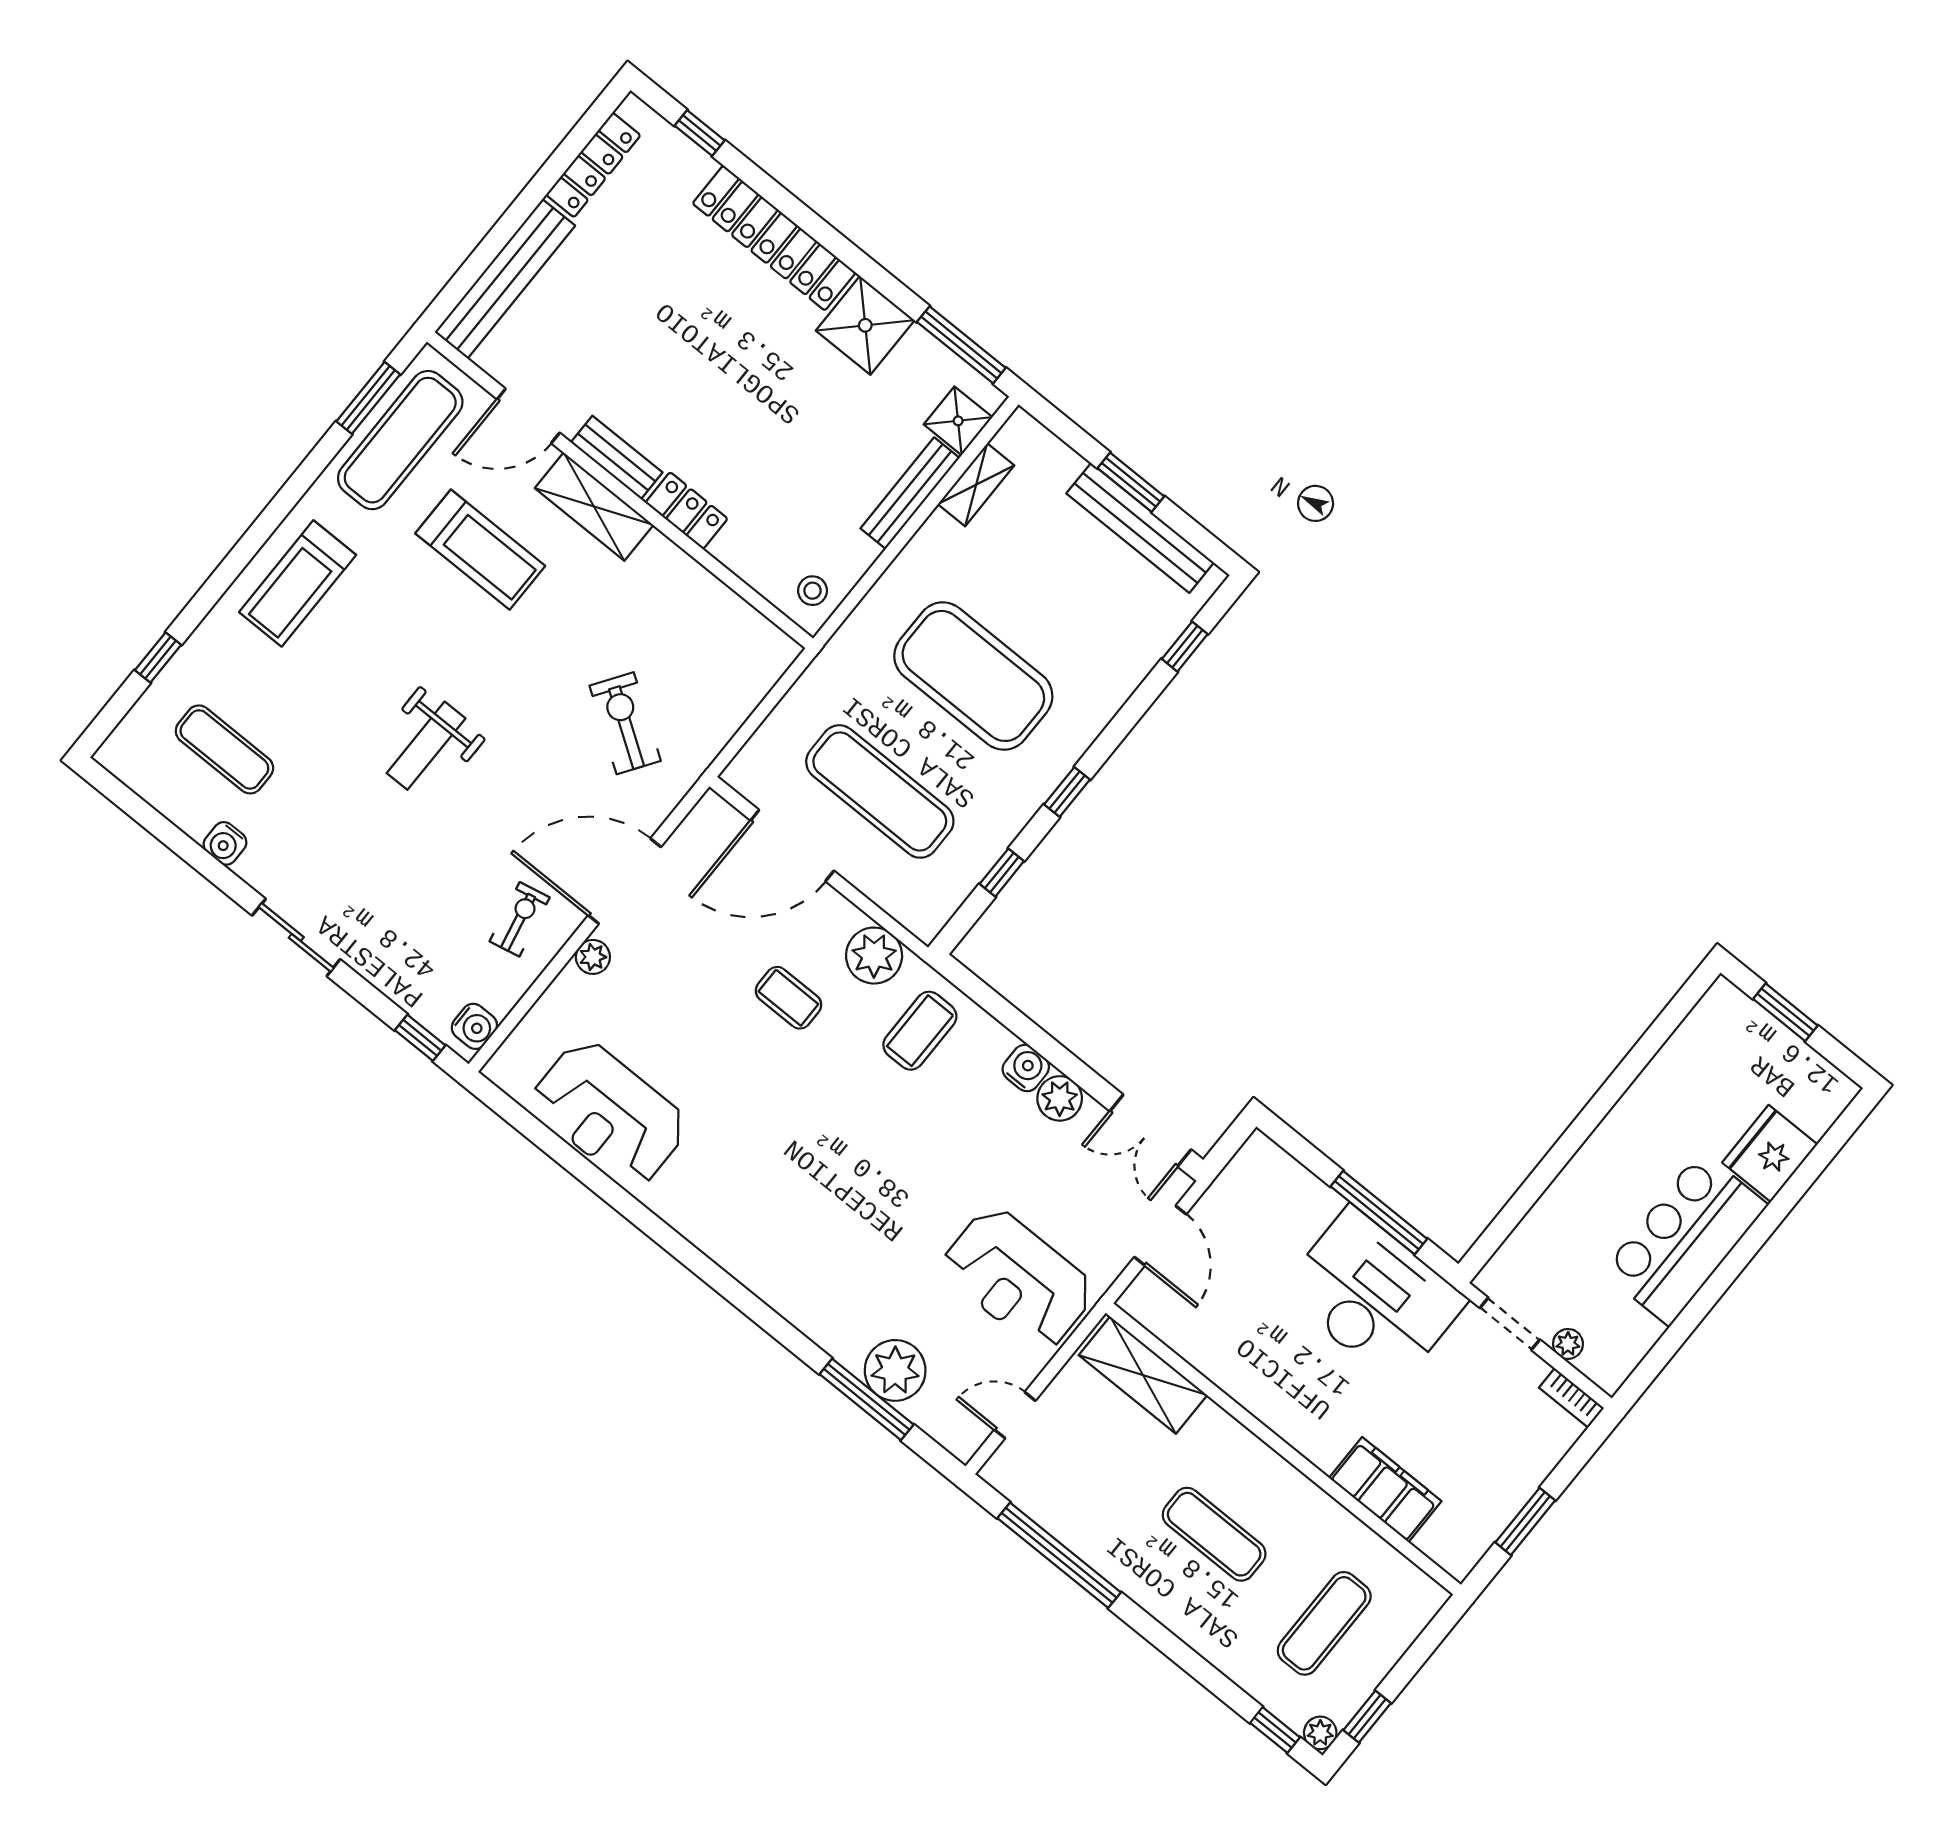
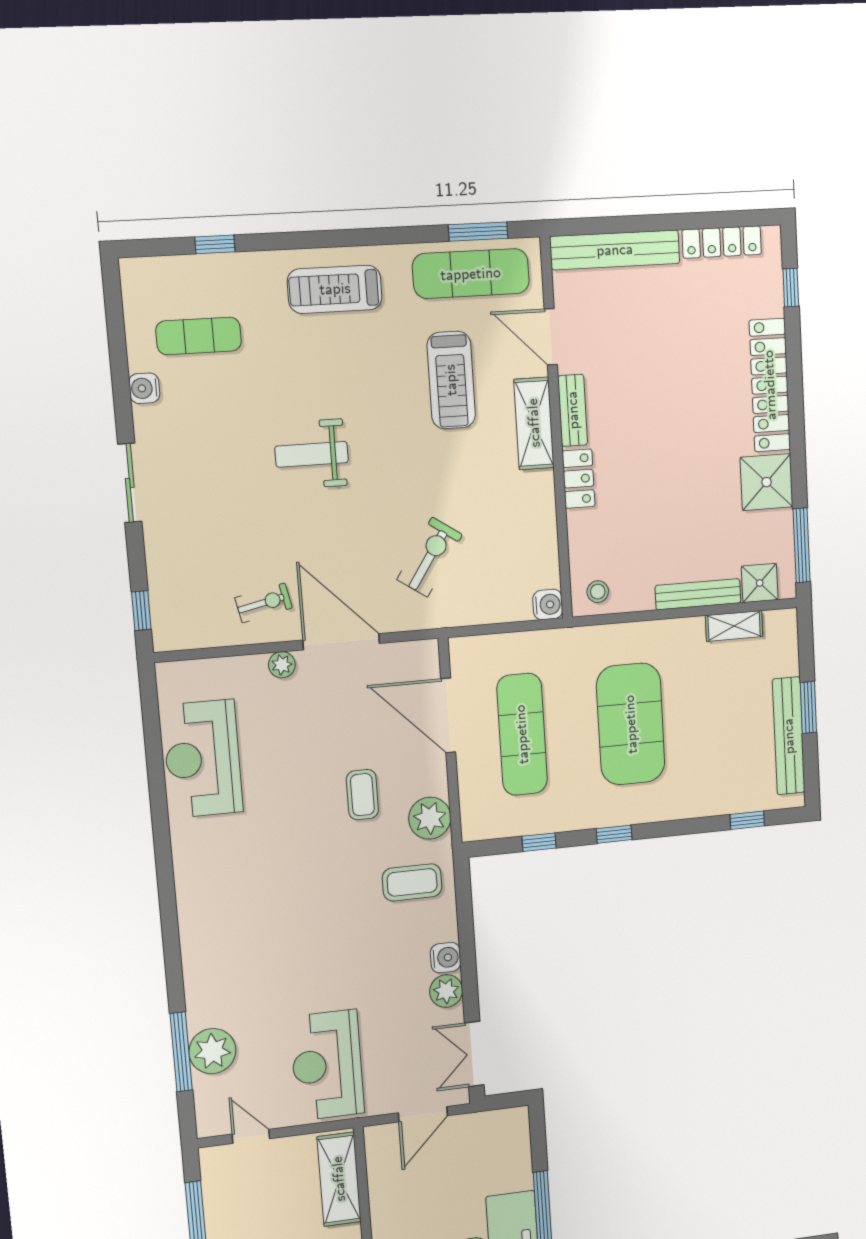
exercise mat: (224, 749) -> (199, 336), turned 90
water cooler: (474, 1026) -> (548, 605), moved, turned -90

